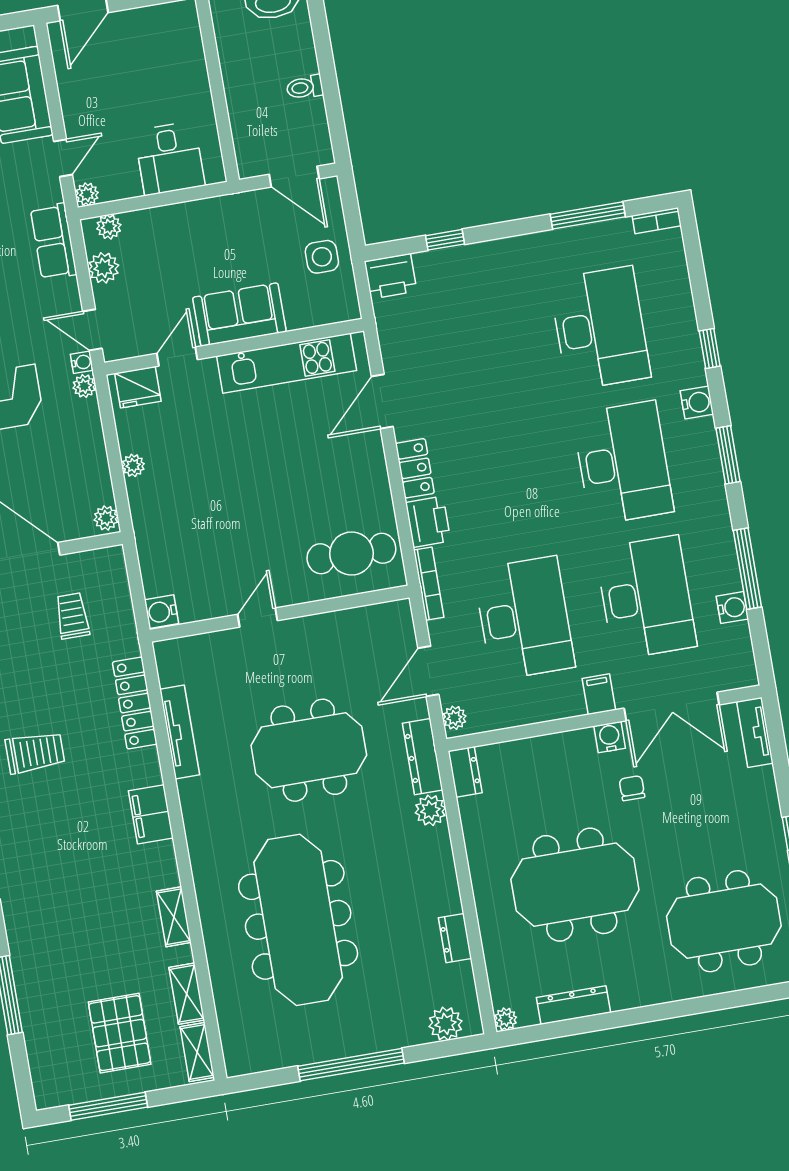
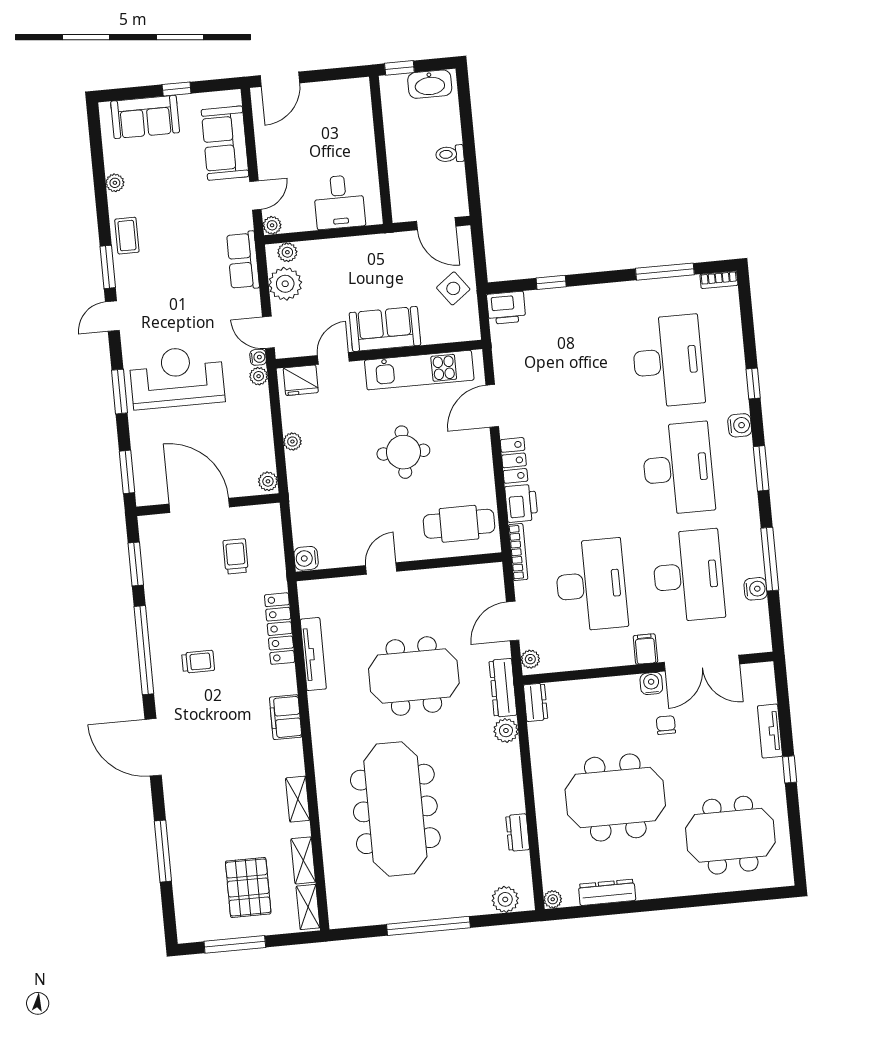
side table: (322, 257) -> (453, 288), turned -37
plant: (104, 268) -> (285, 284), width x1.36, depth x1.36
round table: (274, 468) -> (403, 452), added
tv unit: (755, 732) -> (770, 731), moved
trolley: (35, 753) -> (198, 662), width x0.73, depth x0.72

